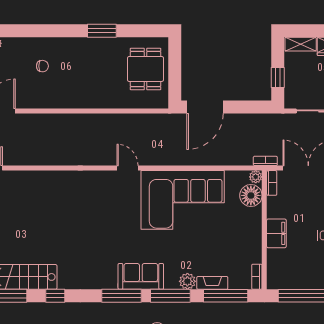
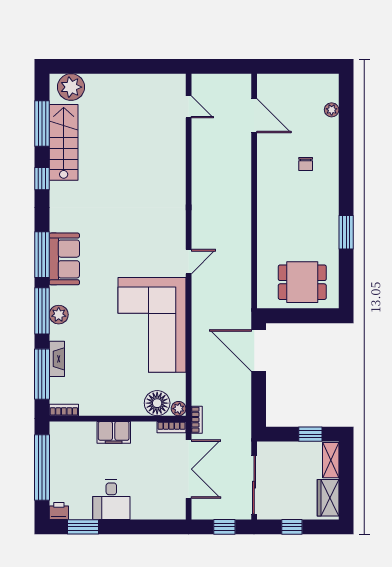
window: (278, 78) -> (310, 434), moved
sofa: (141, 276) -> (64, 259), moved
plant: (187, 281) -> (59, 315), moved

